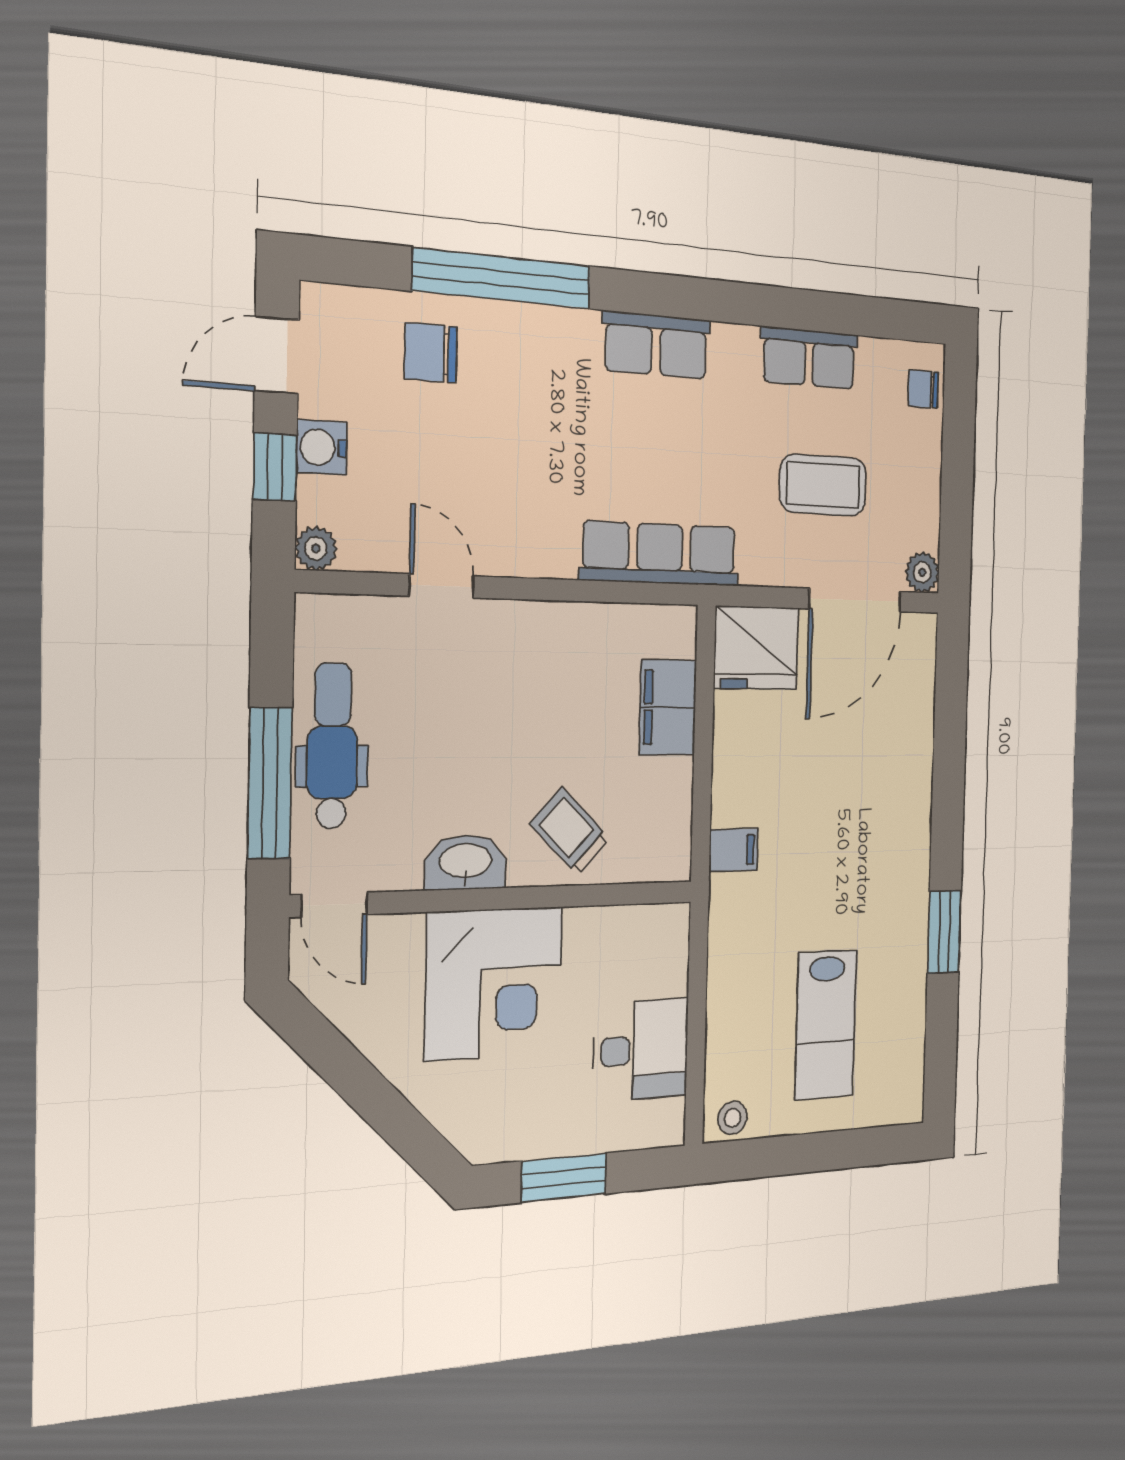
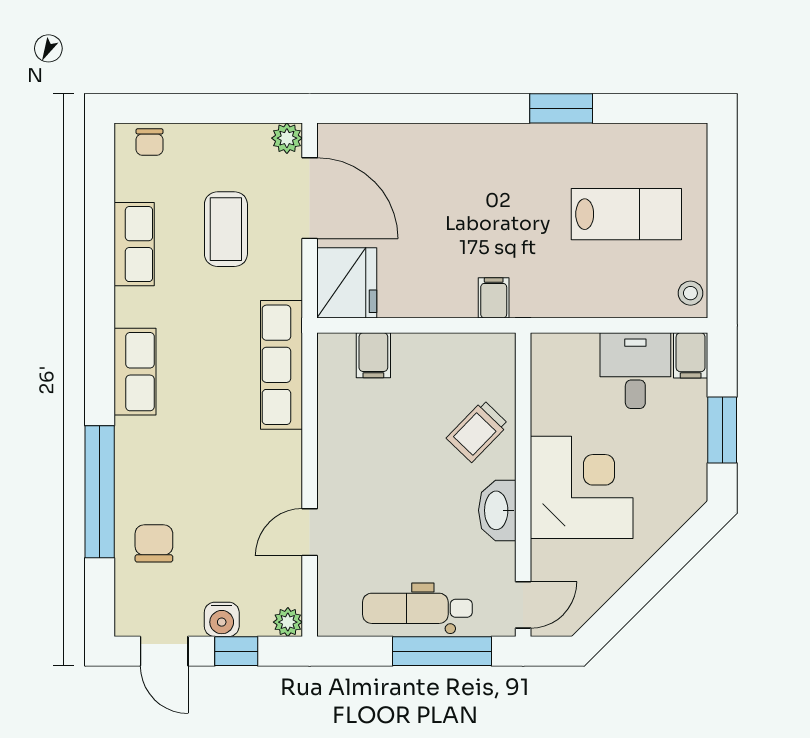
chair: (431, 353) -> (154, 543), turned 180
filing cabinet: (668, 707) -> (373, 355), width x0.50
filing cabinet: (658, 1125) -> (691, 355), added

